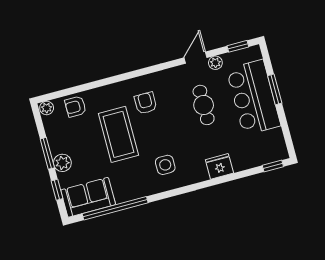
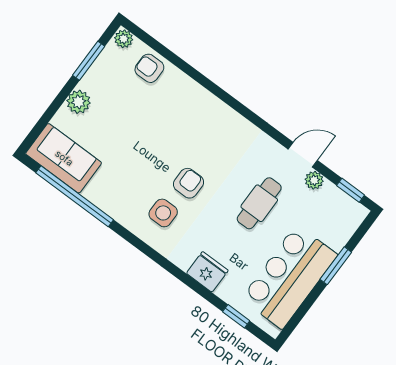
bar counter: (253, 97) -> (289, 277), moved
armchair: (146, 103) -> (188, 183), moved
coffee table: (118, 134) -> (156, 137), removed
window: (47, 153) -> (89, 61), moved
window: (273, 166) -> (236, 316), moved
window: (57, 190) -> (45, 119), removed

